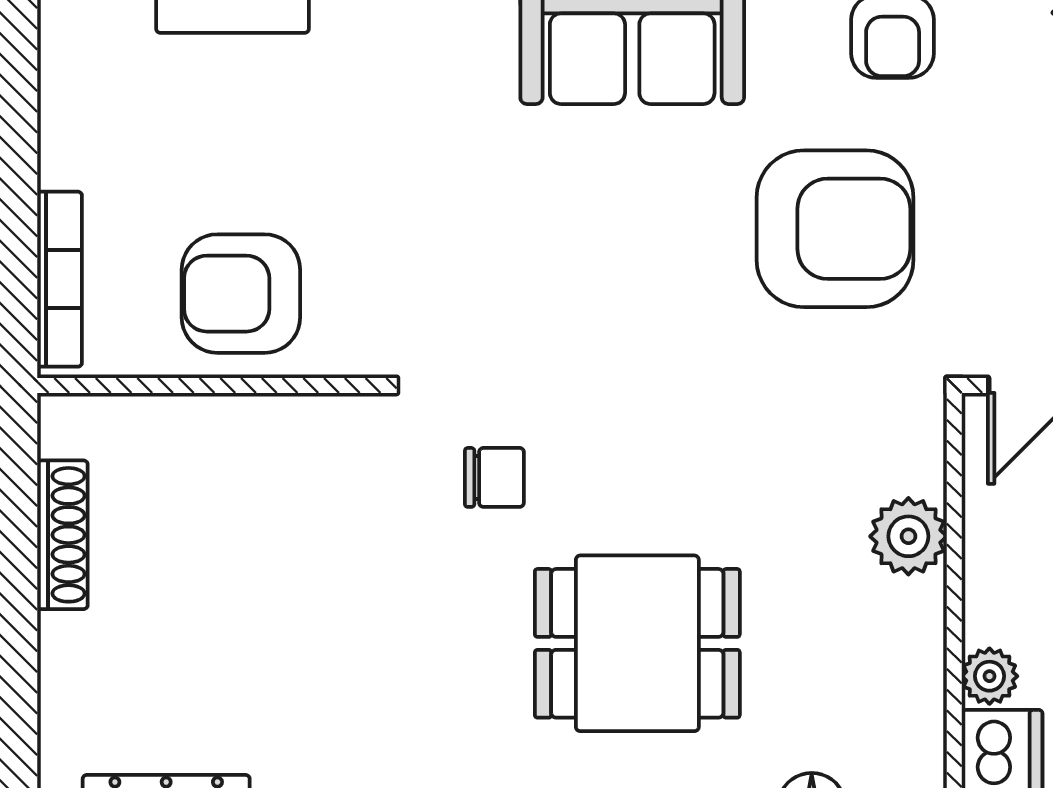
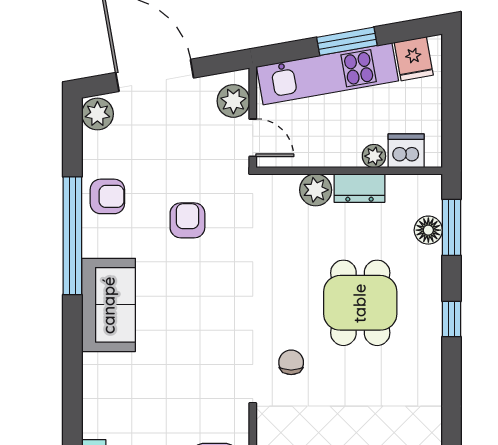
armchair: (835, 229) -> (187, 220), width x0.53, depth x0.53
dresser: (913, 641) -> (359, 188), added

